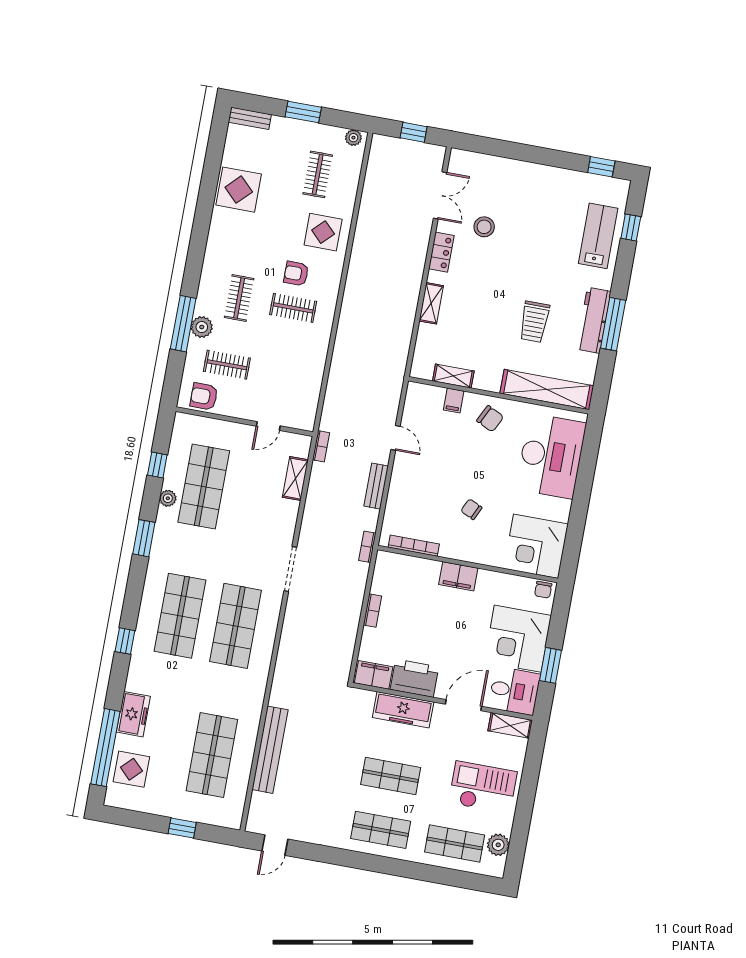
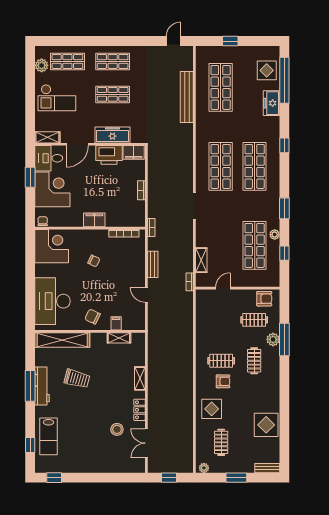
trolley: (534, 322) -> (77, 379), turned 105

